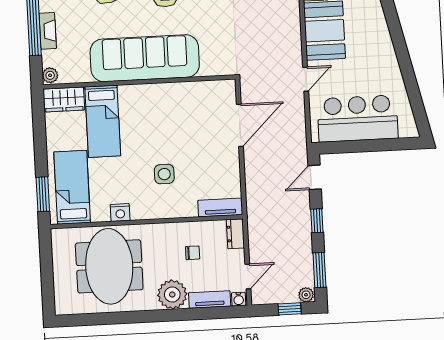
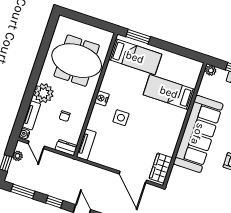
wardrobe: (64, 99) -> (161, 168), moved
nightstand: (120, 212) -> (102, 98), moved
plant: (306, 295) -> (18, 156), moved

